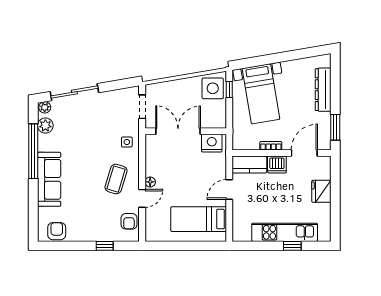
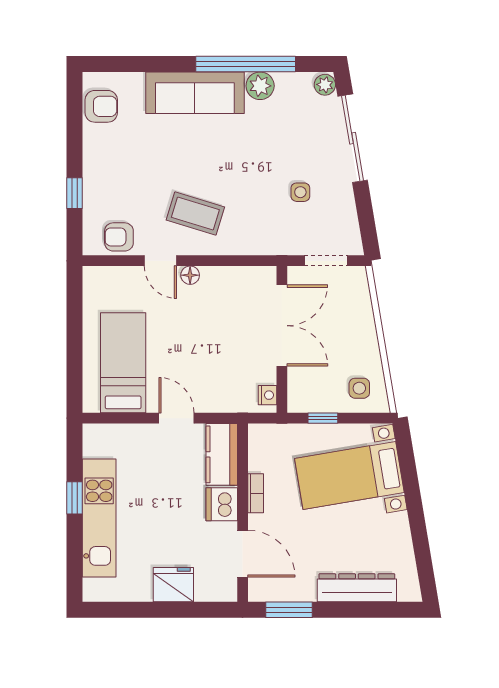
side table: (213, 88) -> (359, 388), width x0.54, depth x0.54
window: (229, 90) -> (323, 418), moved
plant: (45, 126) -> (260, 86), moved
side table: (127, 142) -> (300, 192), moved
nightstand: (212, 143) -> (268, 395), width x0.53, depth x0.56
window: (292, 246) -> (75, 498), moved

